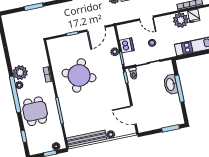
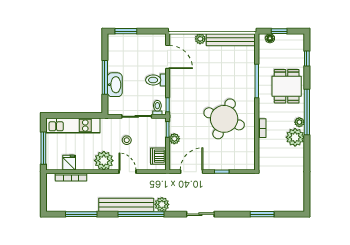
plant: (181, 20) -> (104, 161), moved
dishwasher: (127, 45) -> (158, 156), moved
toilet: (139, 95) -> (156, 80), added

